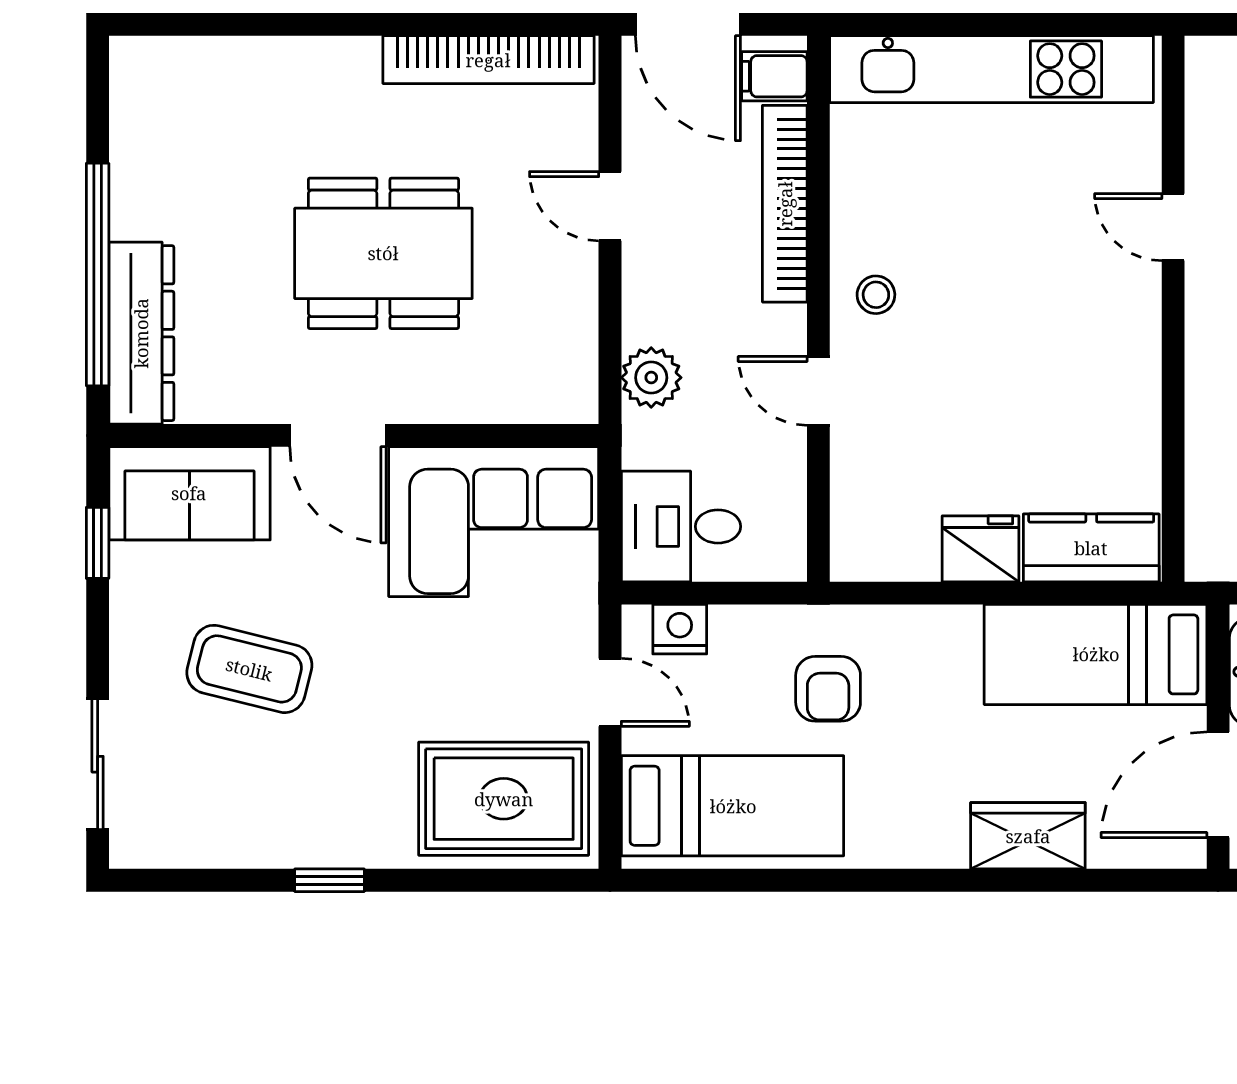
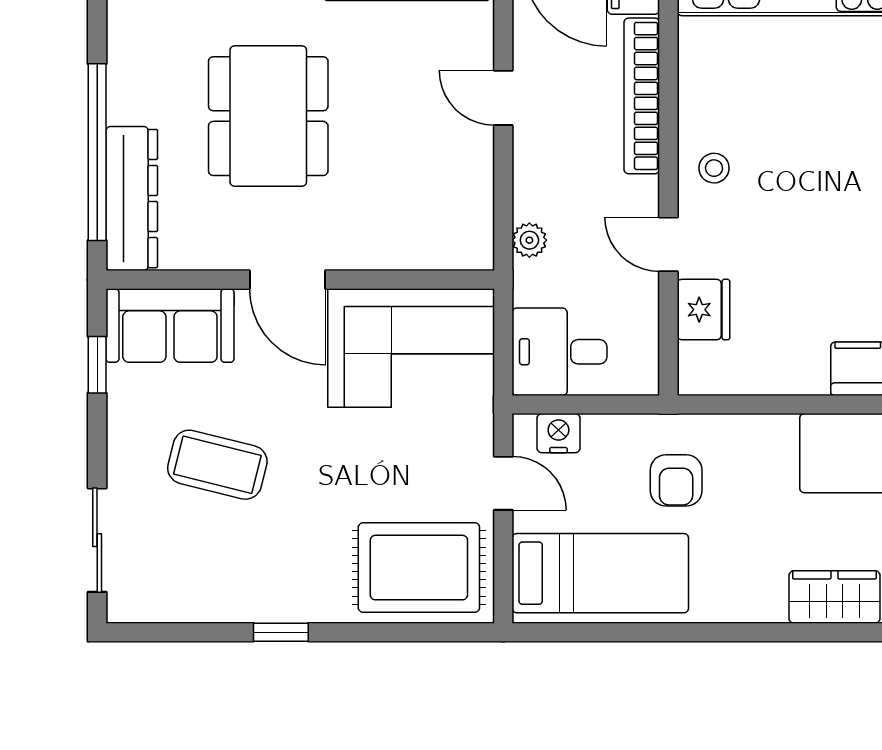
dining table: (383, 253) -> (268, 116), moved, turned 90
plant: (651, 378) -> (529, 240), width x0.73, depth x0.73
fridge: (980, 549) -> (703, 310), moved, turned 90

